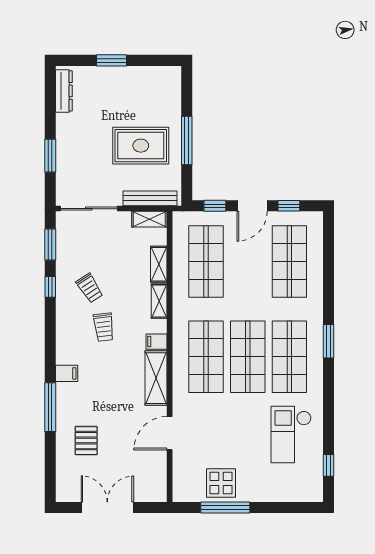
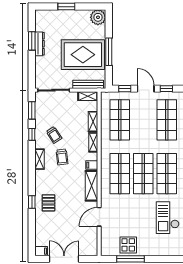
plant: (168, 80) -> (98, 17), added
dresser: (64, 91) -> (40, 44), moved
rug: (141, 146) -> (83, 55), width x1.37, depth x1.44
window: (50, 156) -> (32, 41), moved
door: (252, 206) -> (146, 89), swing flipped
shelving: (64, 331) -> (39, 159), added
filing cabinet: (67, 373) -> (41, 251), moved
window: (50, 407) -> (32, 202), width x0.46
pallet: (86, 441) -> (49, 203), moved

